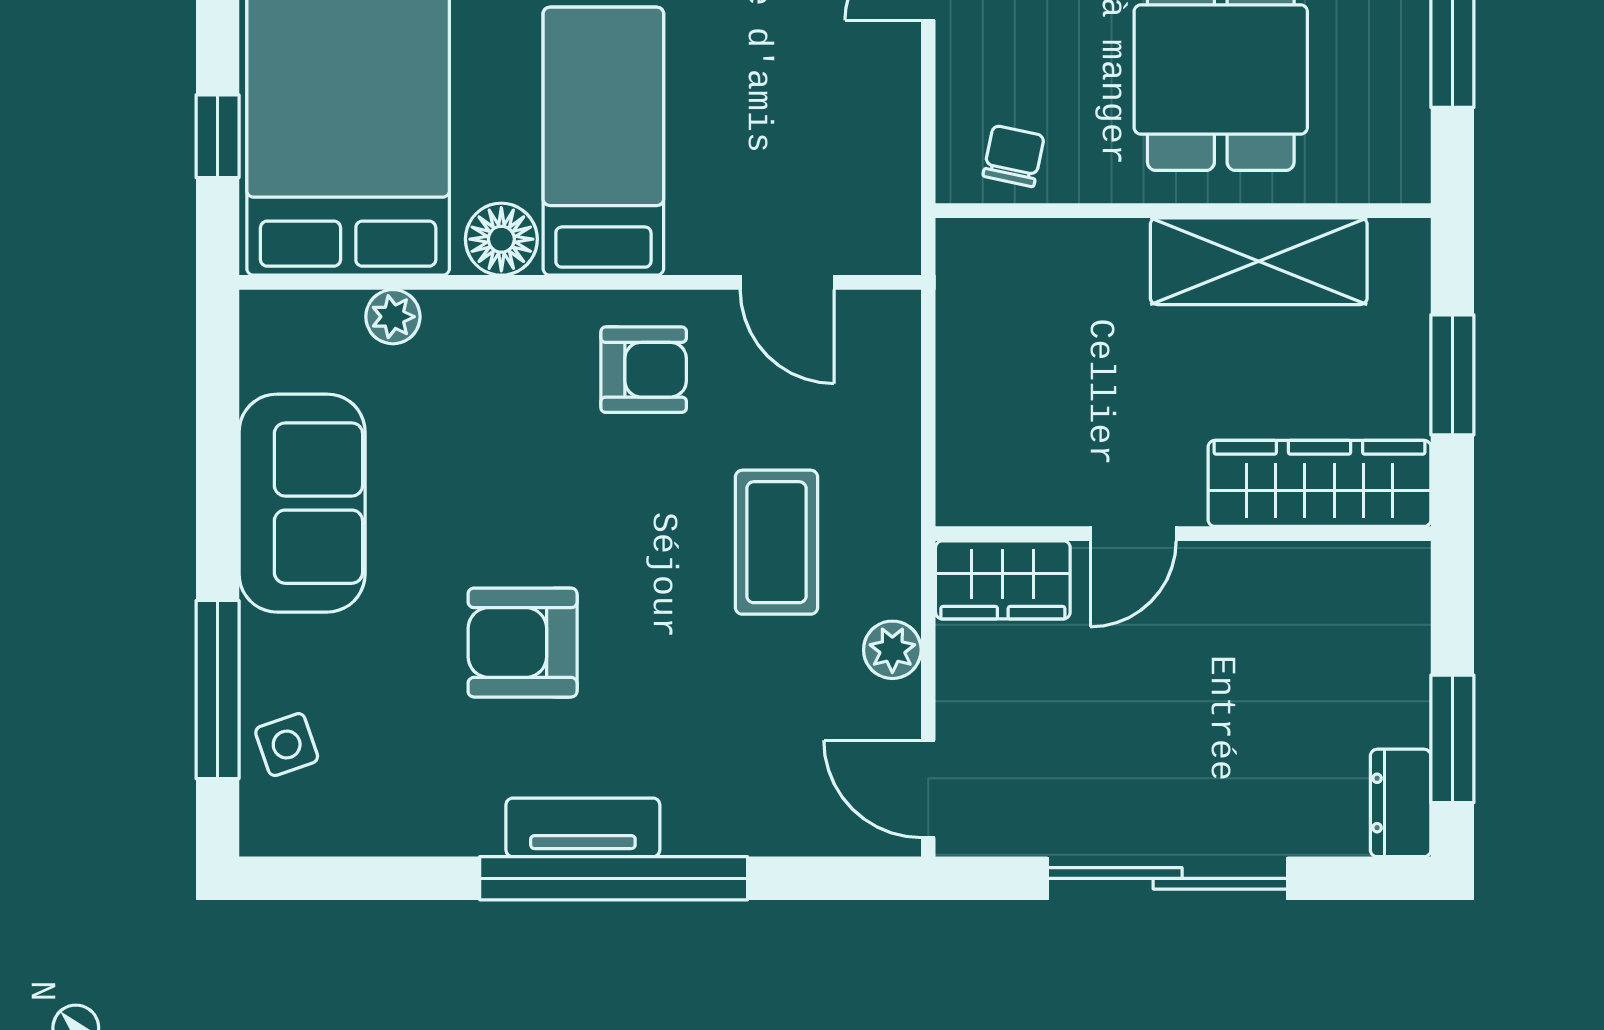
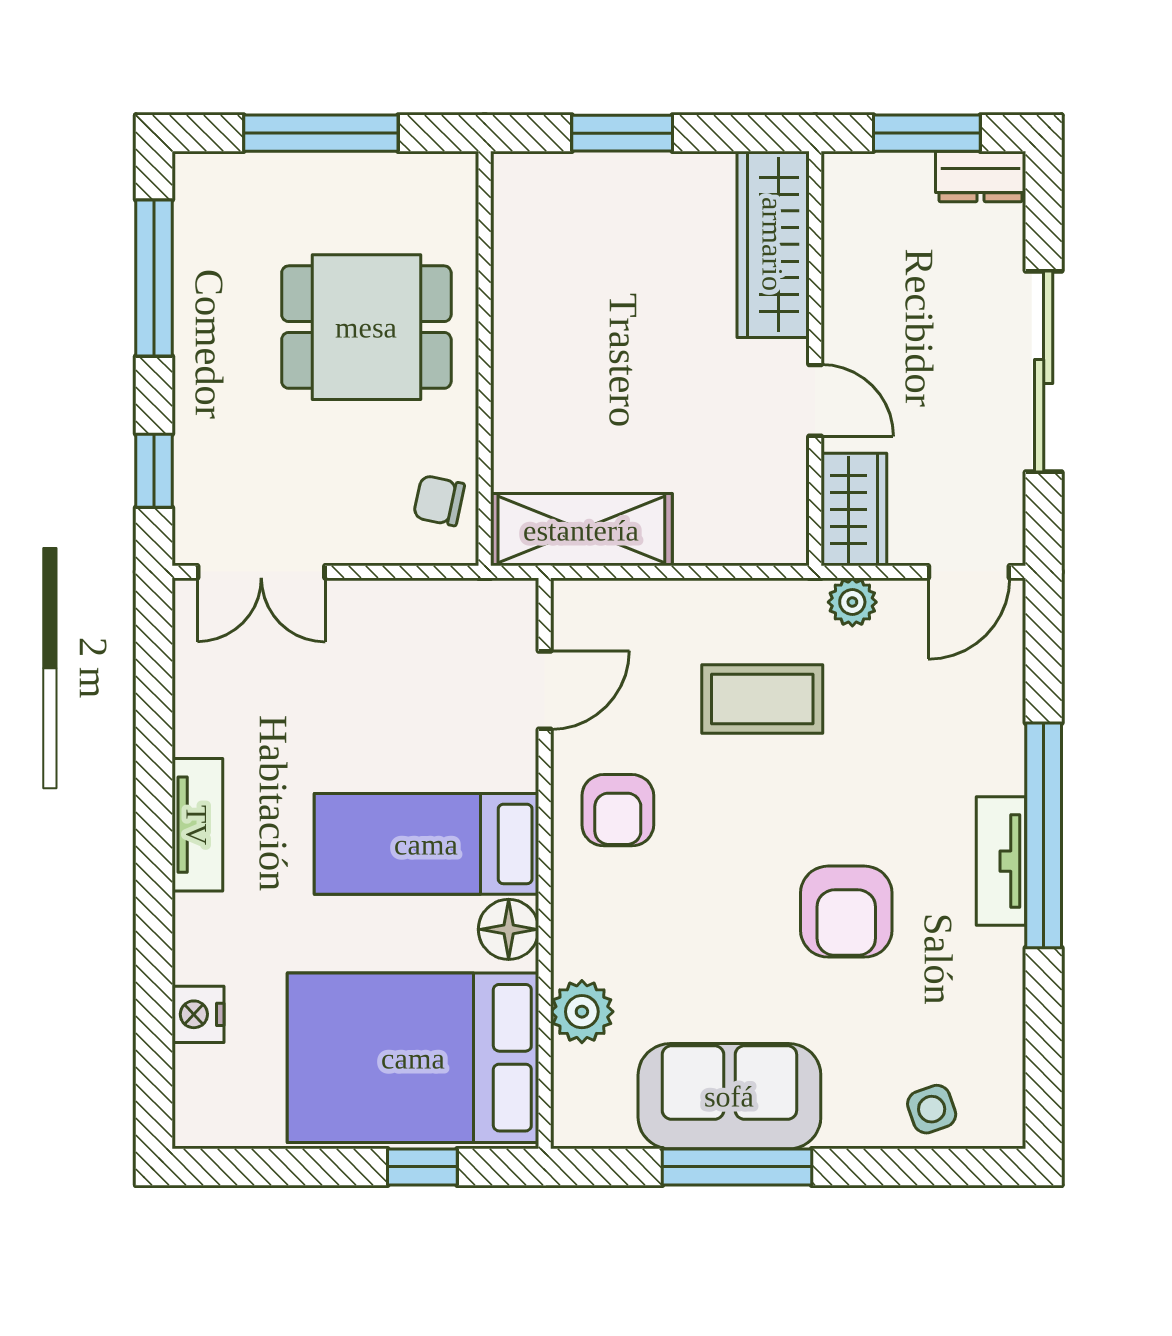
shelving: (1259, 261) -> (581, 530), moved, turned 90
plant: (393, 317) -> (582, 1012), width x1.38, depth x1.38
armchair: (644, 370) -> (618, 810), turned 180
wardrobe: (1319, 483) -> (773, 244), moved
door: (1133, 534) -> (815, 400), moved
wall: (1183, 534) -> (815, 359), moved
wardrobe: (1003, 580) -> (854, 509), moved
window: (218, 690) -> (737, 1167), moved

